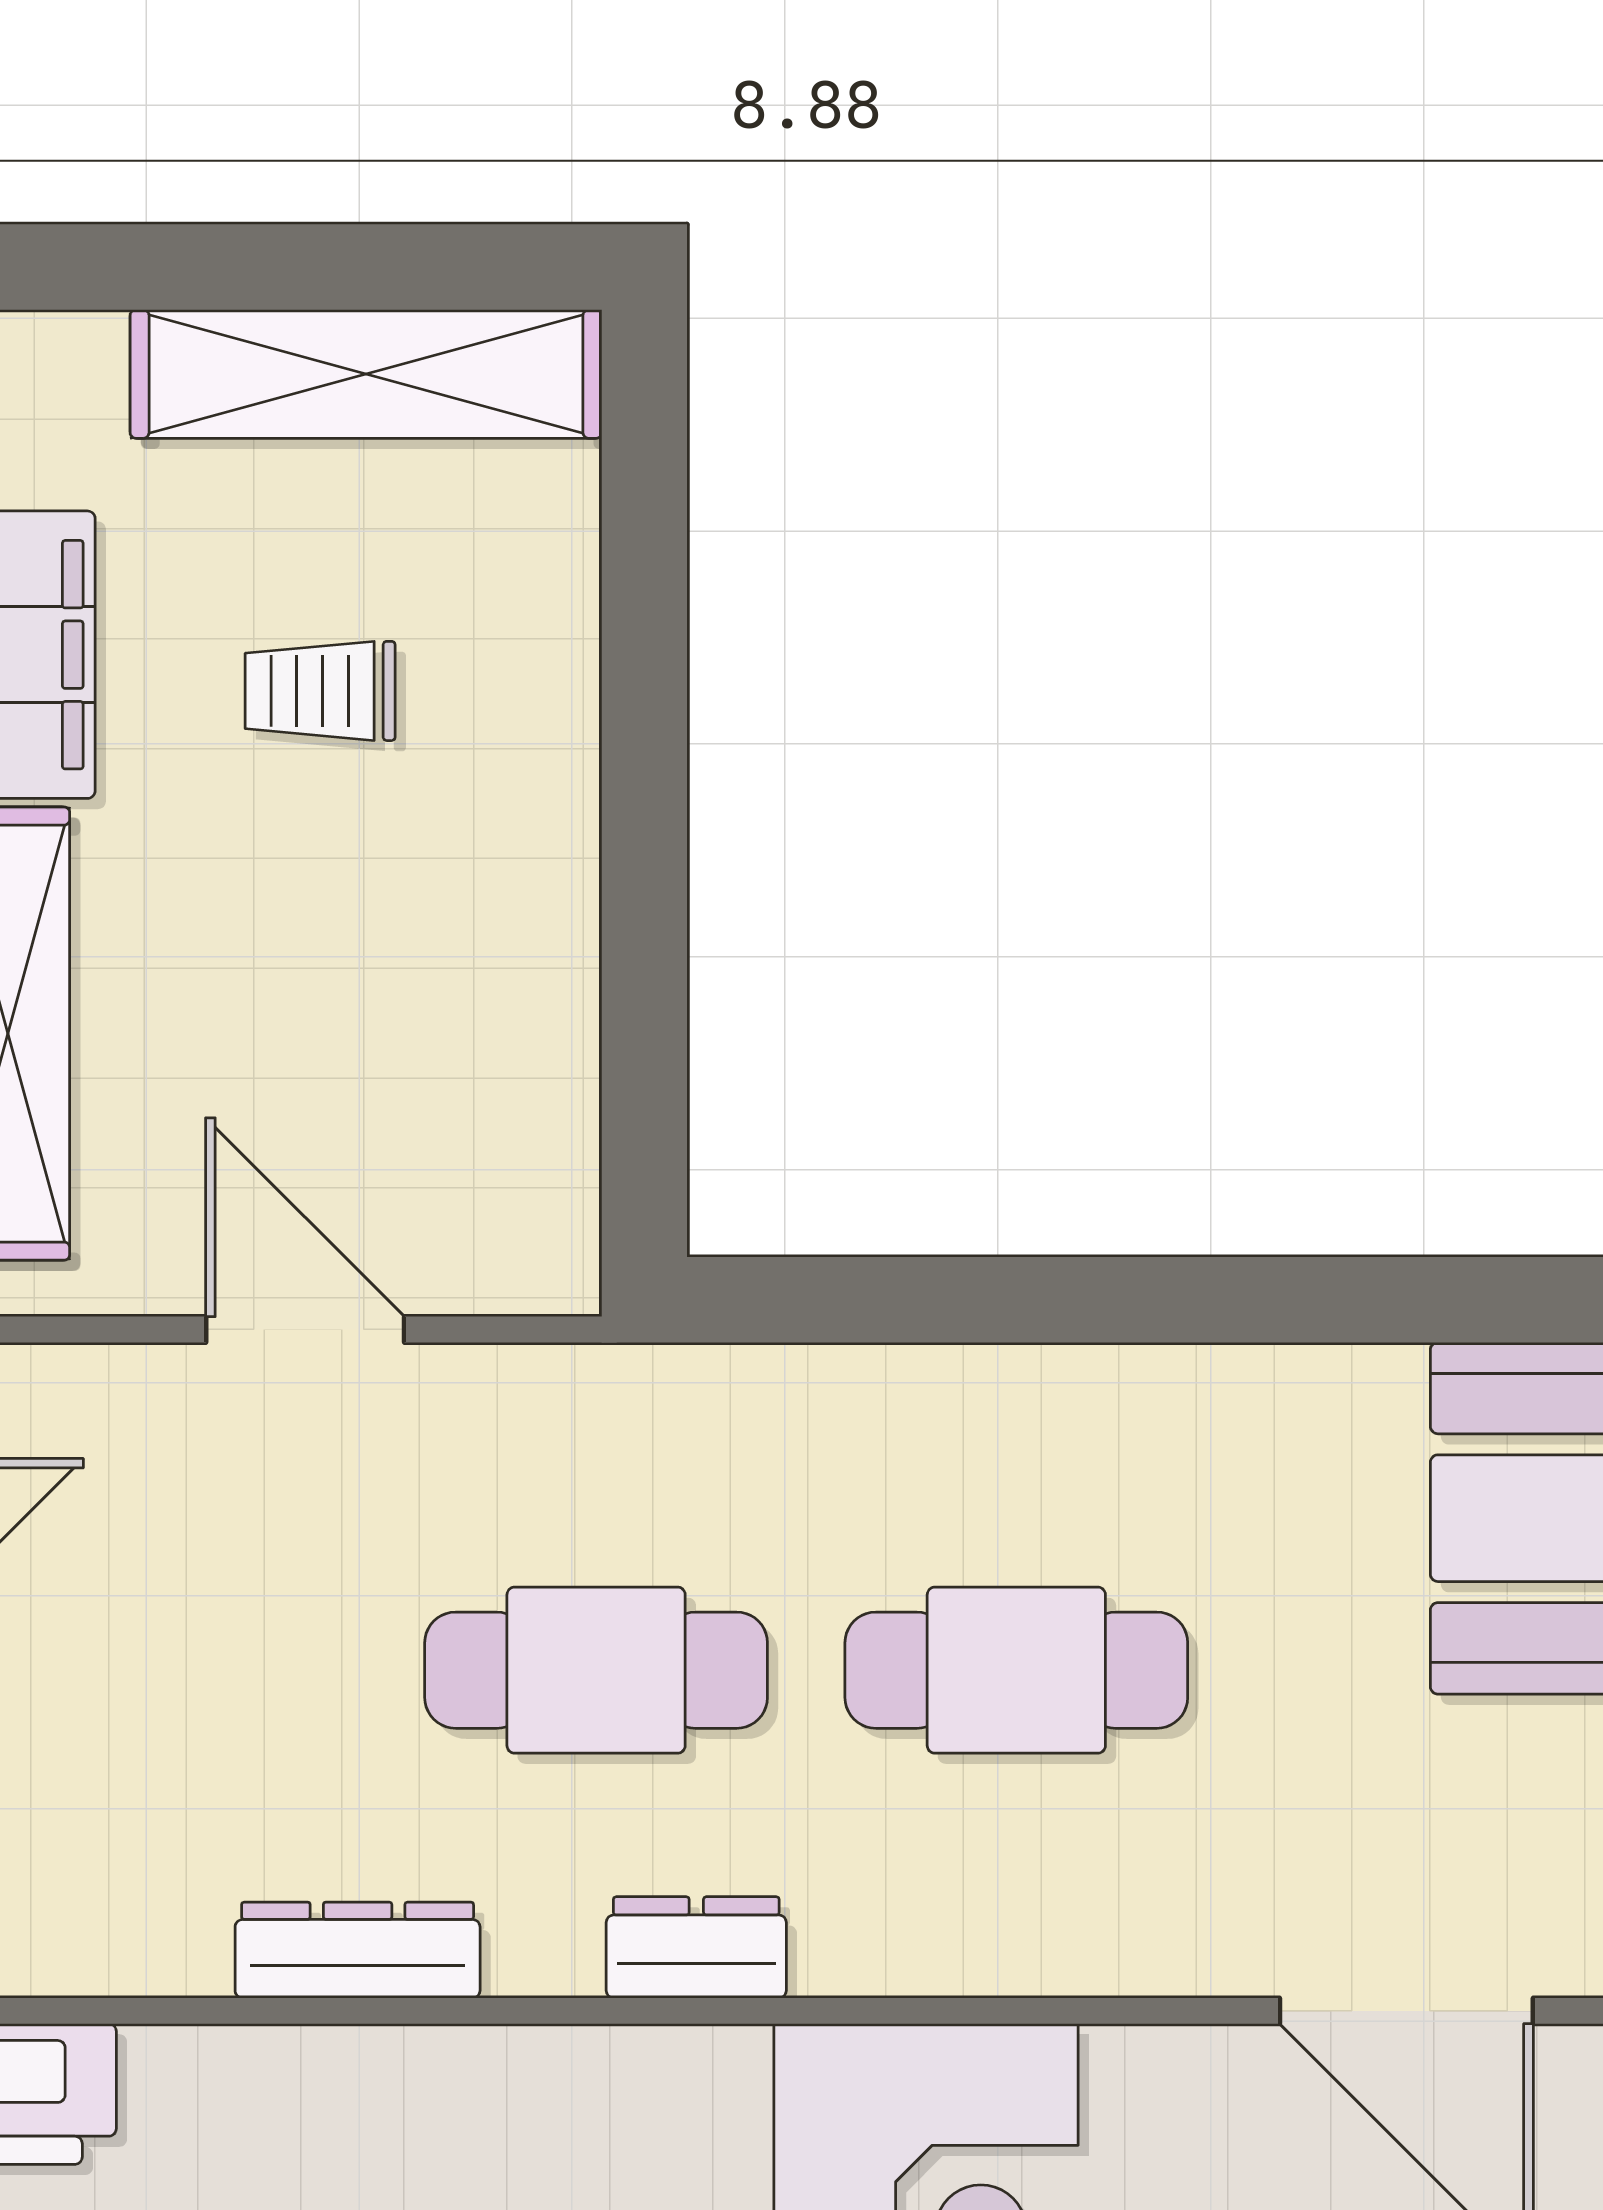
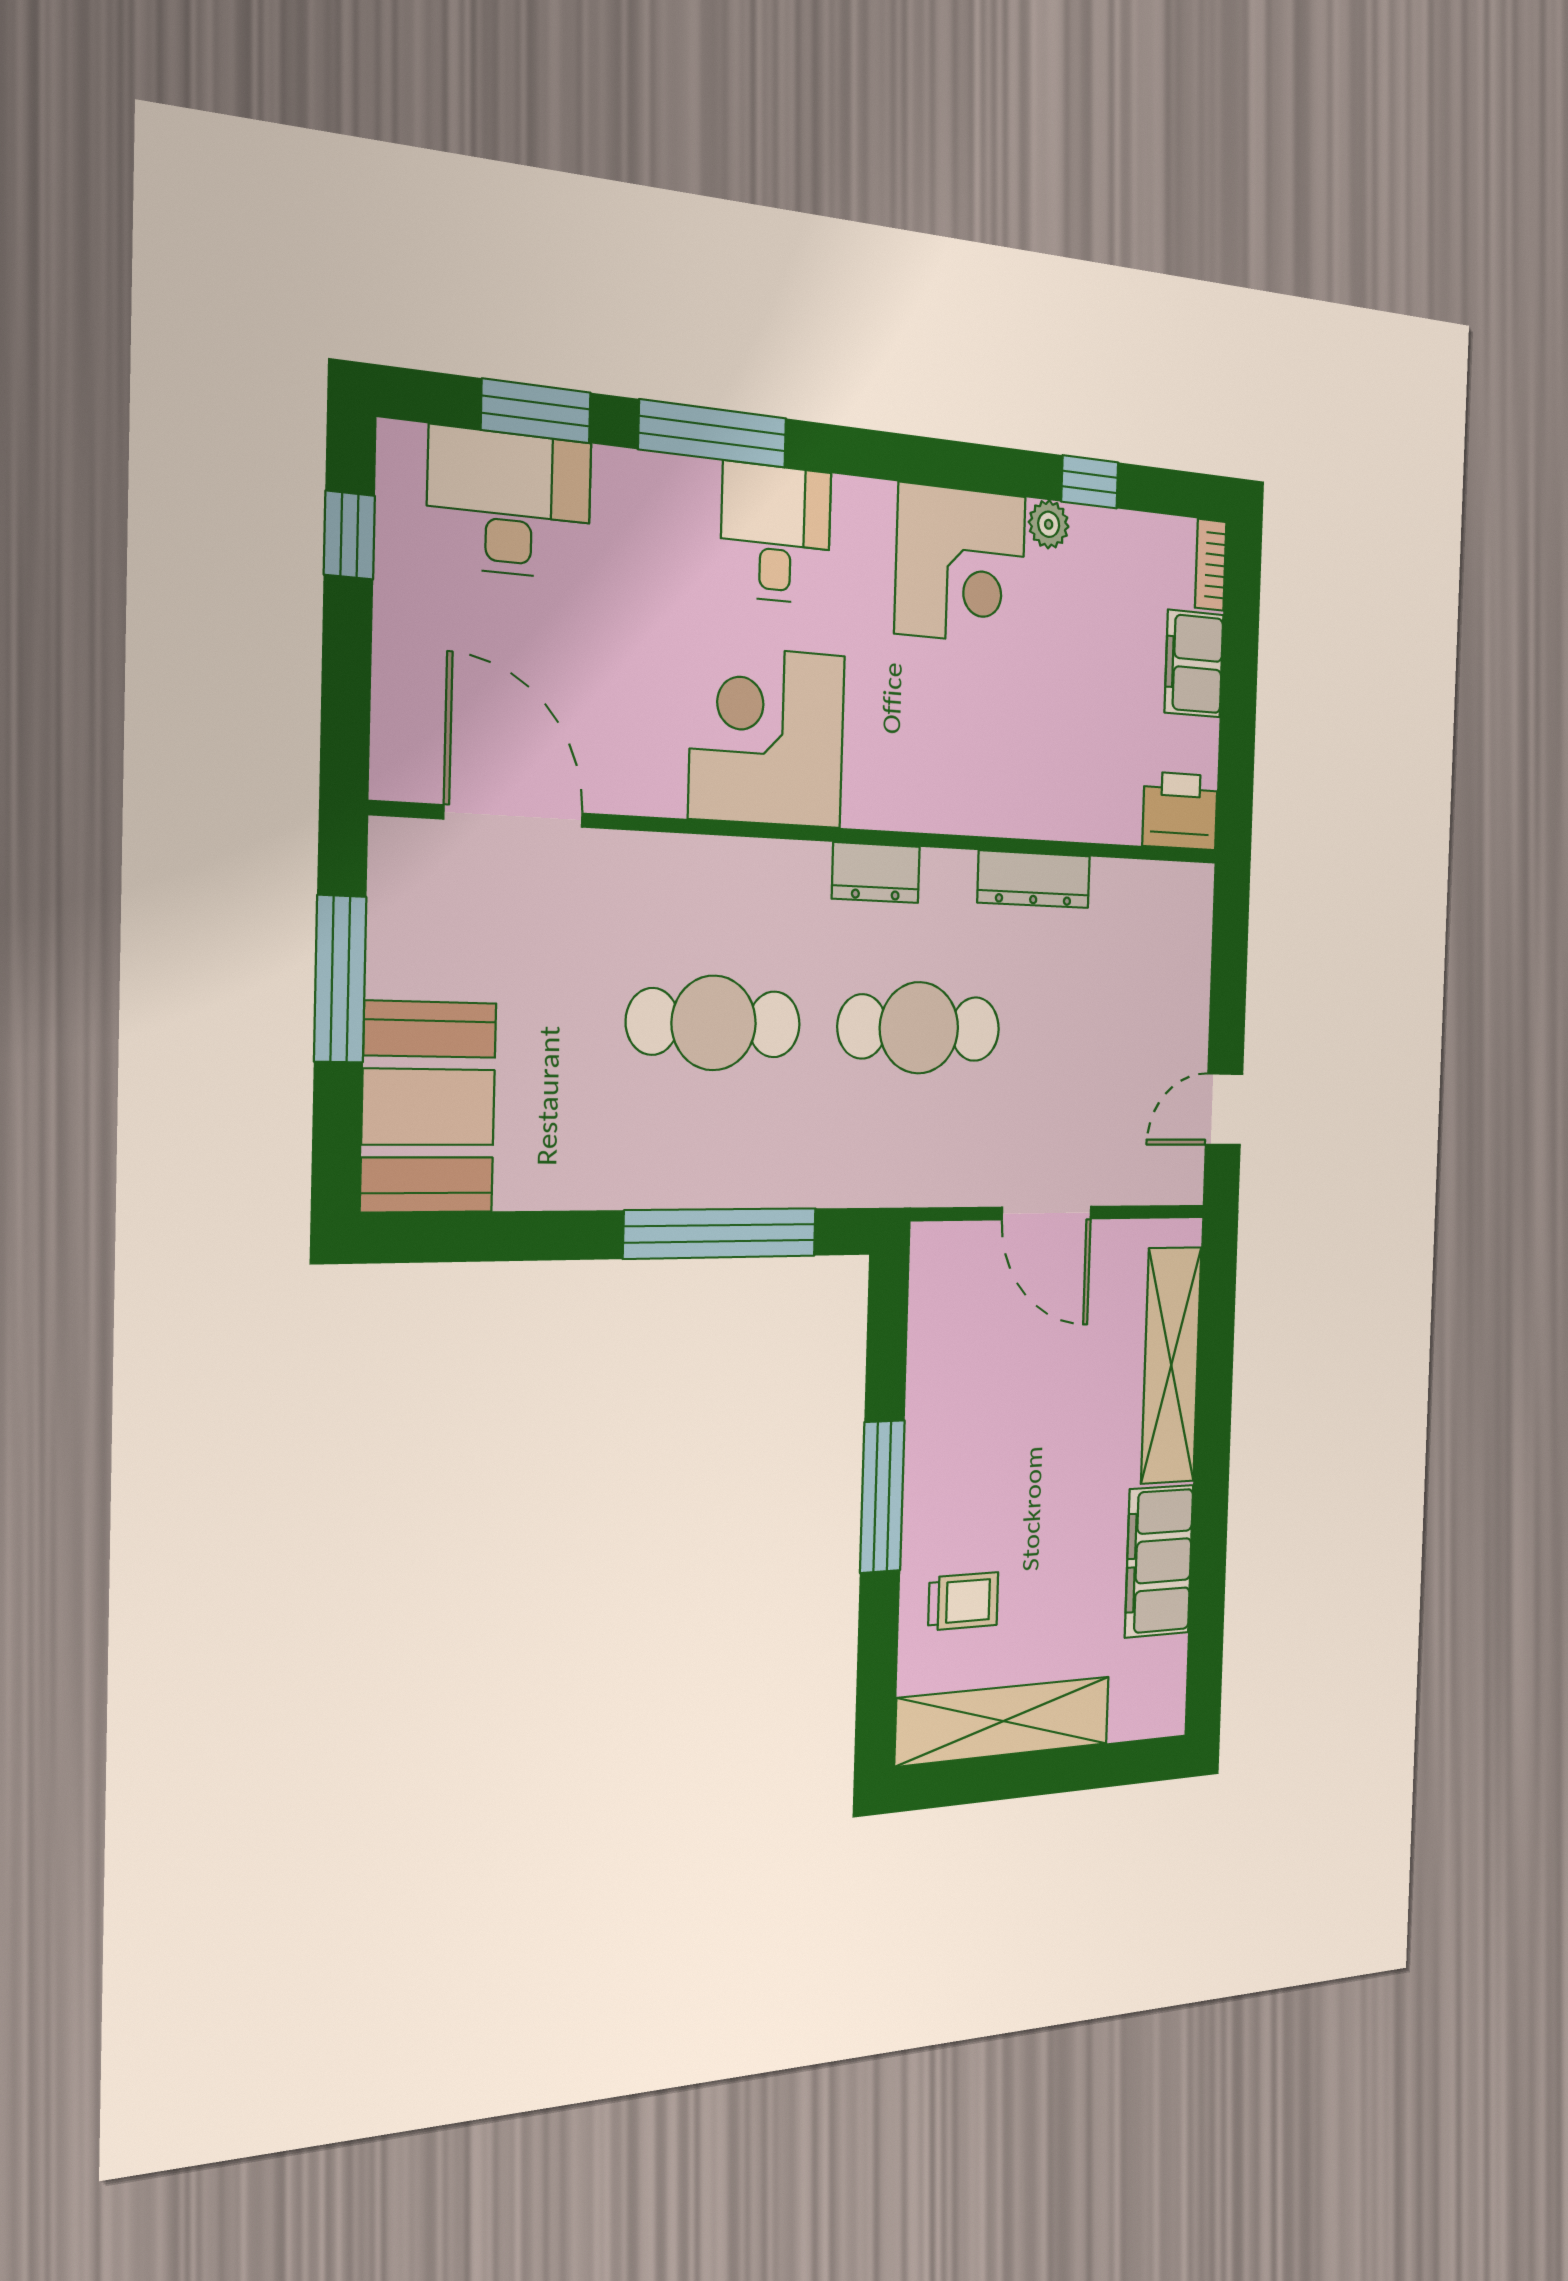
trolley: (320, 691) -> (963, 1601), moved
window: (644, 813) -> (882, 1497), added
window: (992, 1300) -> (721, 1233), added

